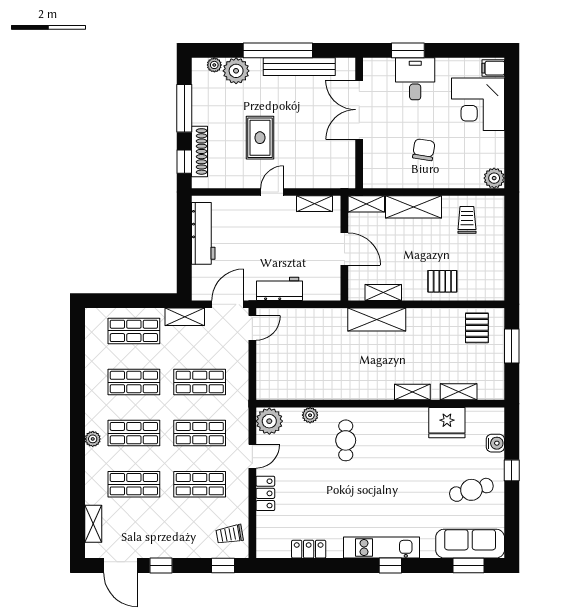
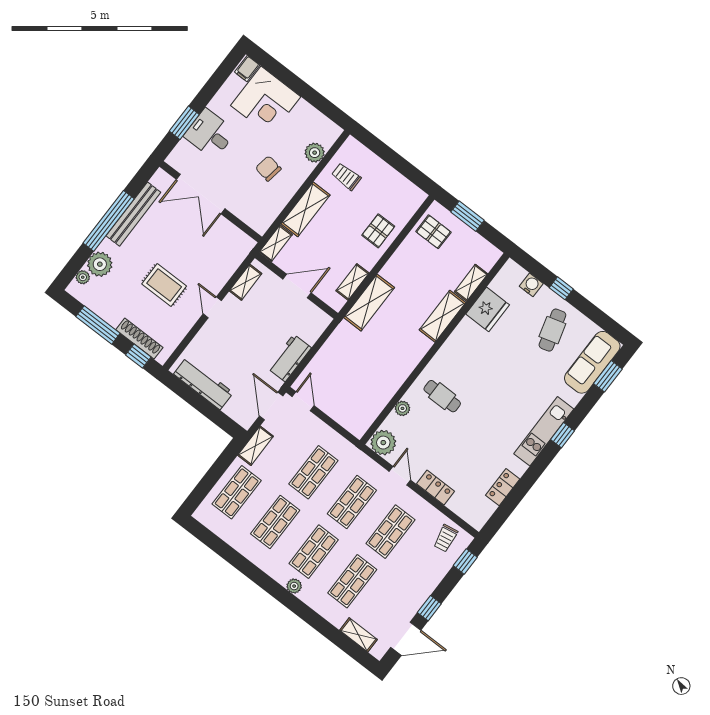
plant: (494, 178) -> (315, 153), moved
shelving: (412, 392) -> (442, 316), width x1.50, depth x1.33

